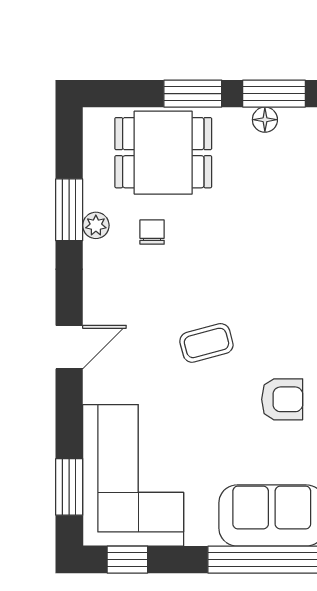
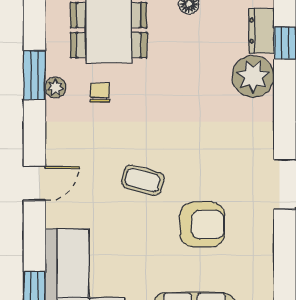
coffee table: (206, 343) -> (143, 180), turned 30
armchair: (282, 399) -> (202, 225), width x1.38, depth x1.38

